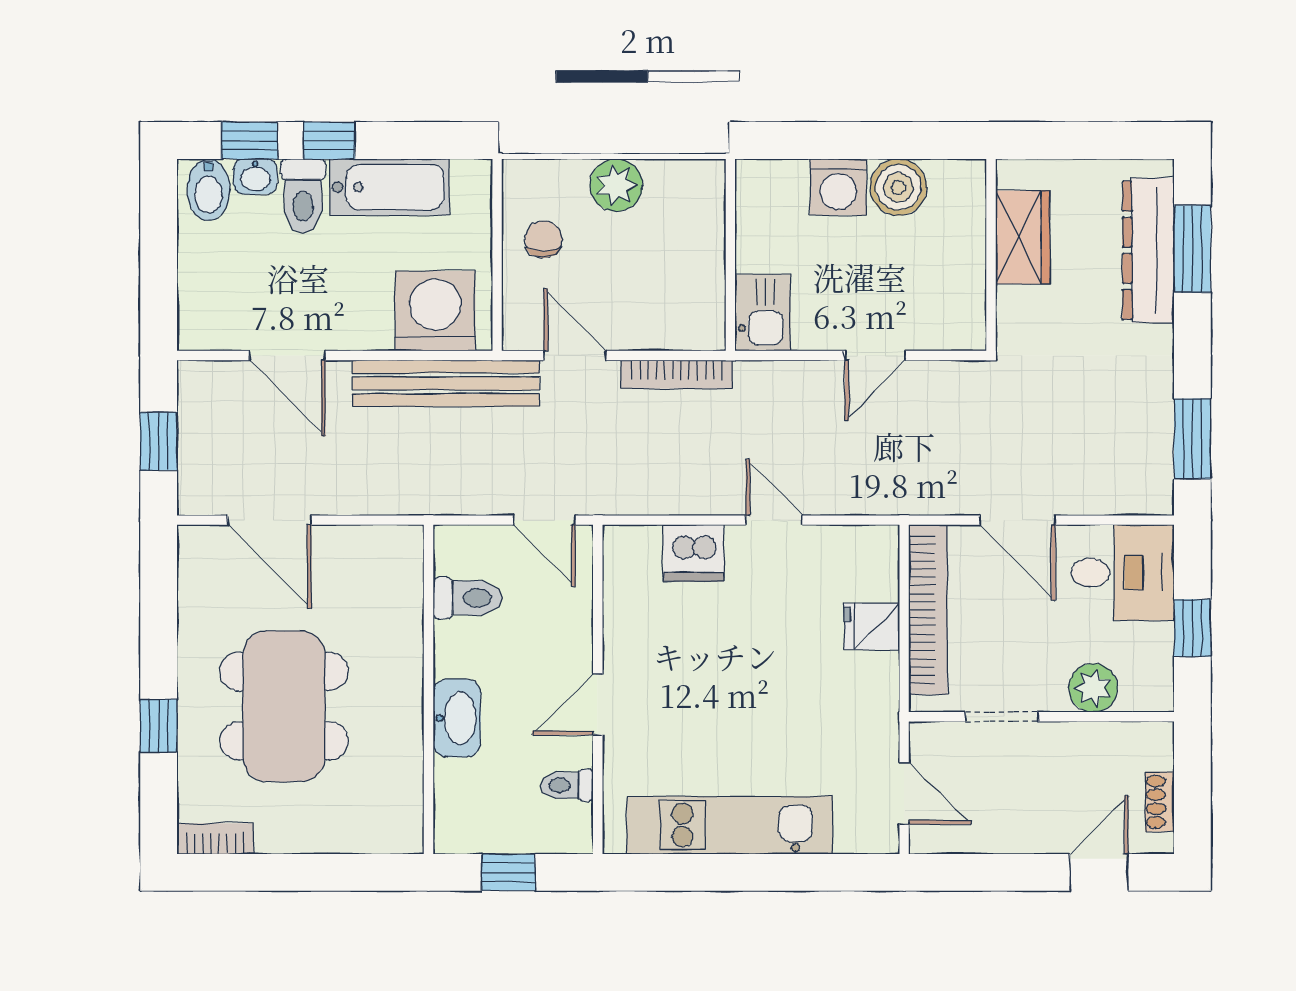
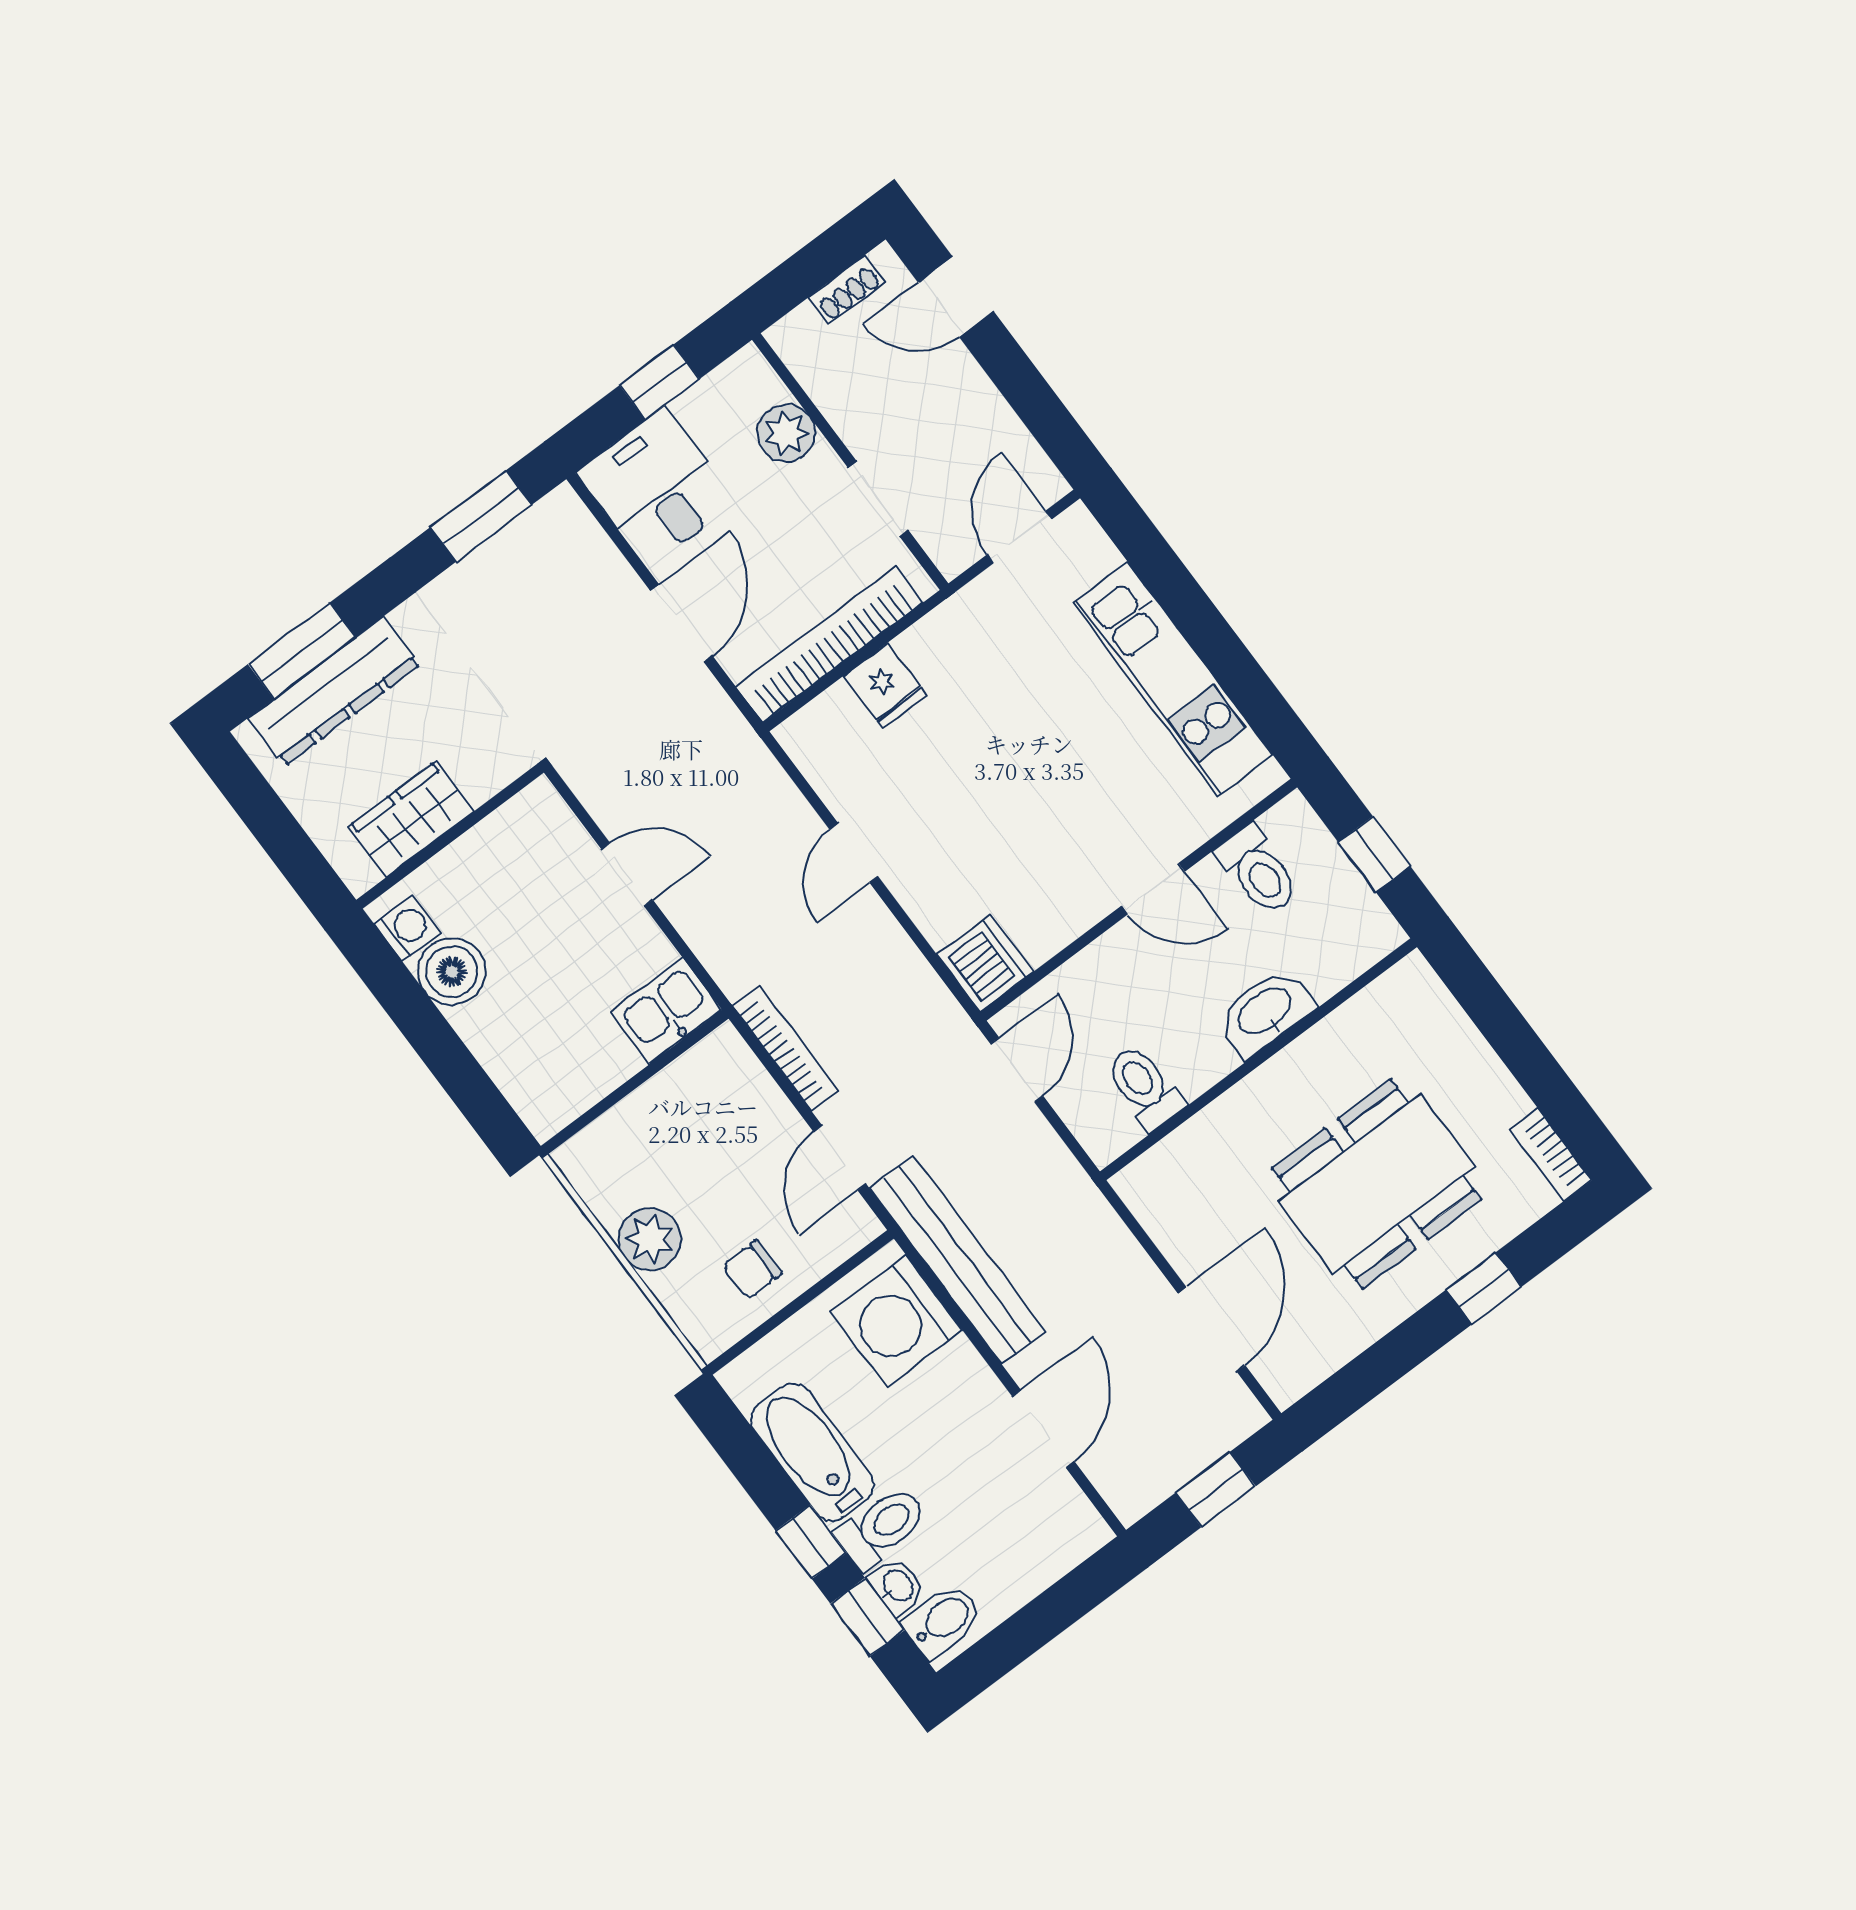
washing machine: (838, 187) -> (407, 928), moved, width x0.73, depth x0.73
dishwasher: (694, 553) -> (985, 963), moved
toilet: (567, 785) -> (1258, 870), width x1.37, depth x1.39

